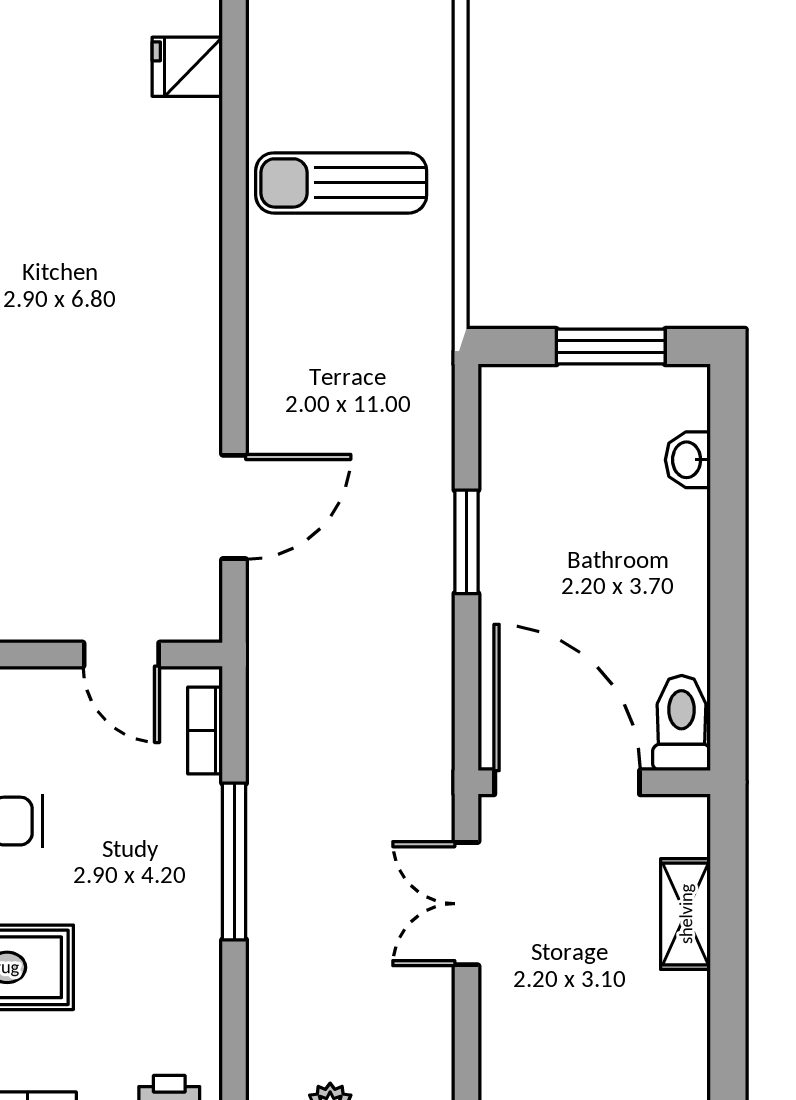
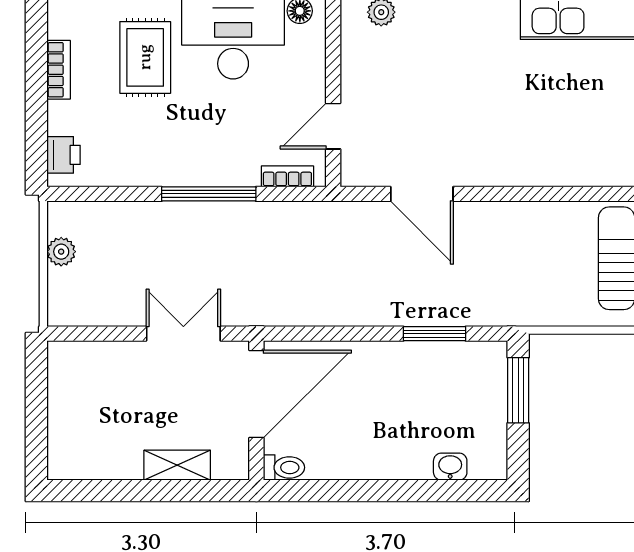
window: (611, 347) -> (518, 390), moved
window: (466, 542) -> (435, 334), moved
toilet: (682, 723) -> (284, 467), width x0.73, depth x0.72

